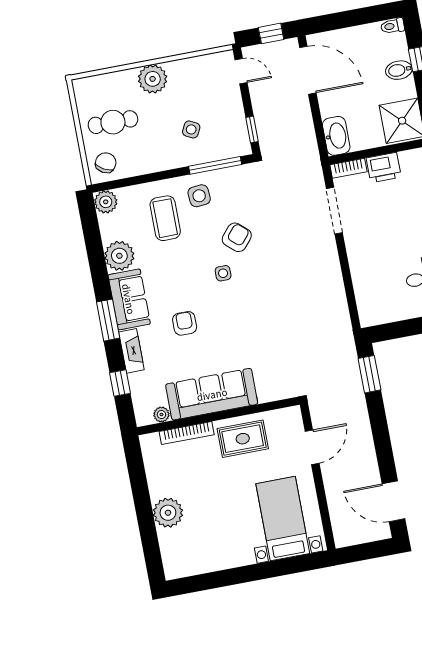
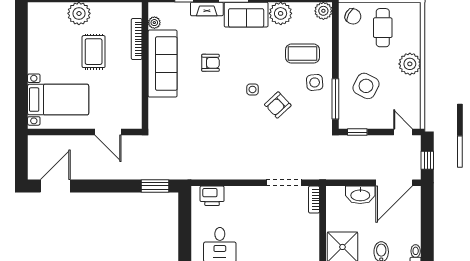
door: (241, 71) -> (403, 132), swing flipped
side table: (191, 129) -> (366, 86), width x1.87, depth x1.87
washbasin: (336, 136) -> (360, 195), moved
printer: (384, 168) -> (212, 196), moved, turned -90
armchair: (237, 237) -> (278, 105), turned 96
armchair: (185, 323) -> (210, 63), moved
rug: (243, 439) -> (94, 52), moved

